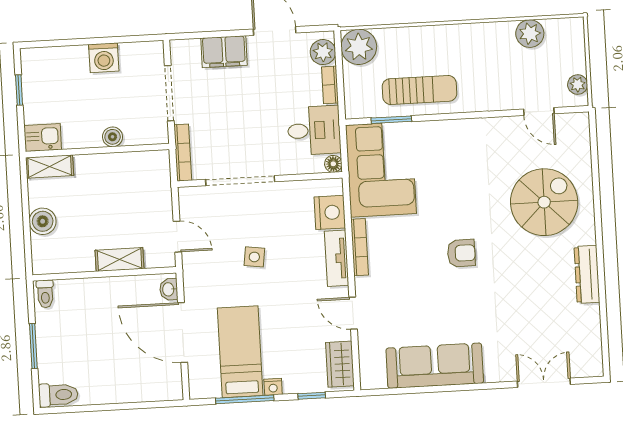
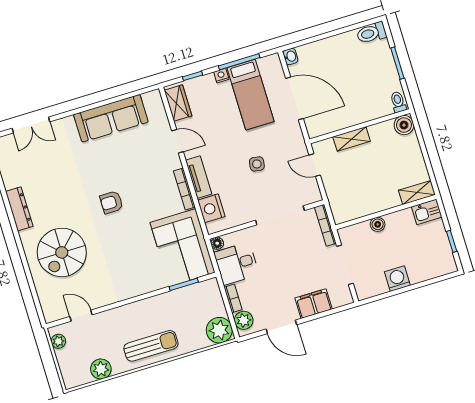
sun lounger: (419, 90) -> (151, 346), moved, turned 180
boiler: (43, 221) -> (404, 125), moved
washbasin: (169, 289) -> (290, 56), moved

